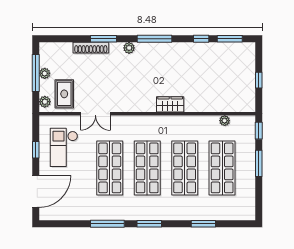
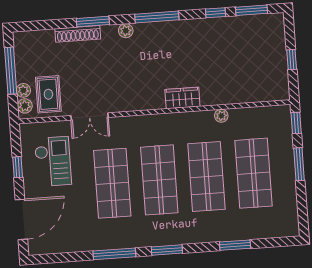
plant: (45, 73) -> (23, 90), moved
plant: (225, 121) -> (221, 116), moved
checkout: (64, 147) -> (53, 161), turned 180

